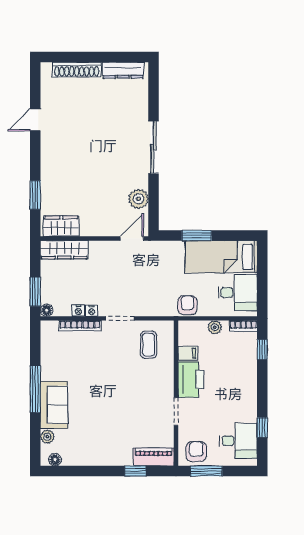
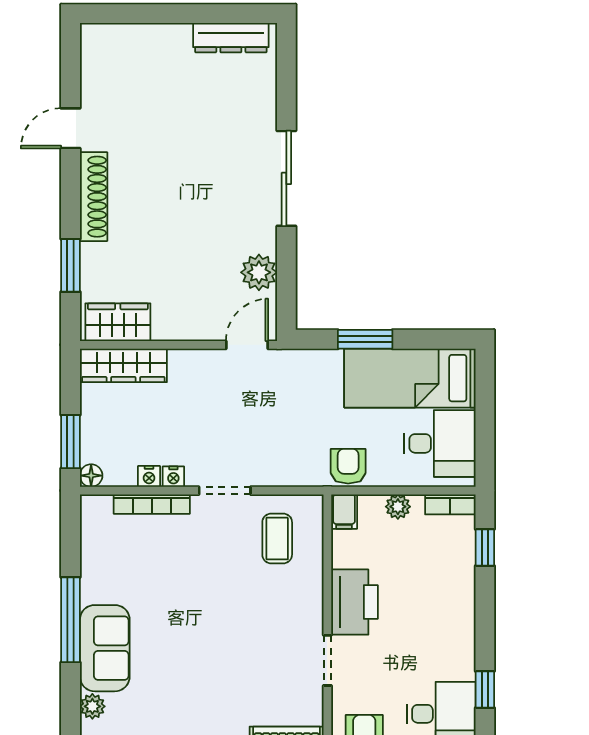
shoe rack: (77, 70) -> (94, 197), moved, turned -90
filing cabinet: (188, 353) -> (344, 512), moved, turned 90

